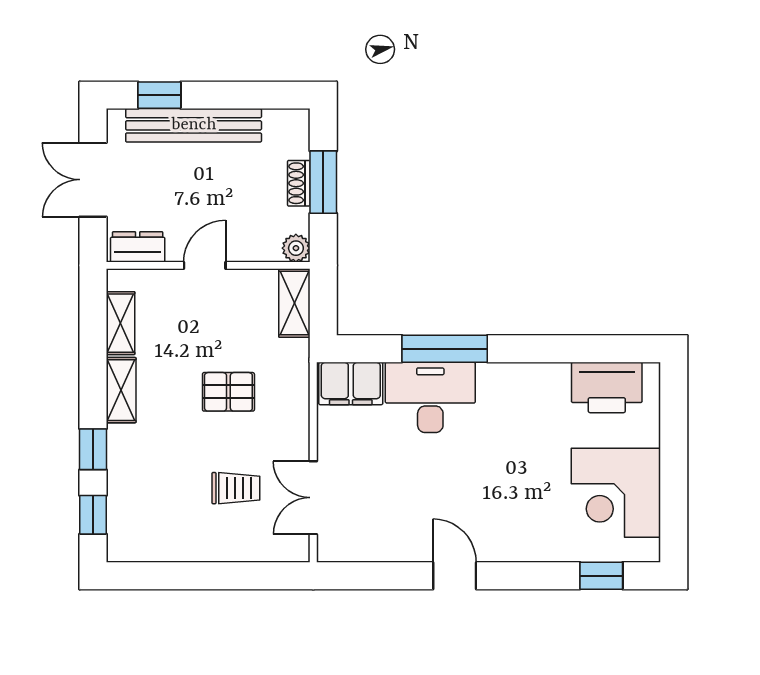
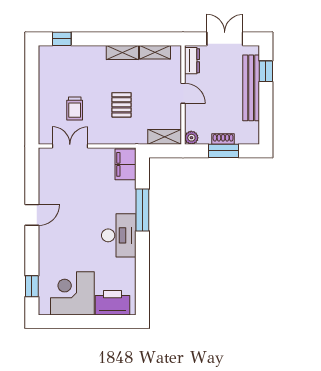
printer: (607, 387) -> (113, 303), moved, turned 90
desk: (430, 397) -> (119, 235), moved
window: (93, 449) -> (94, 39), removed

